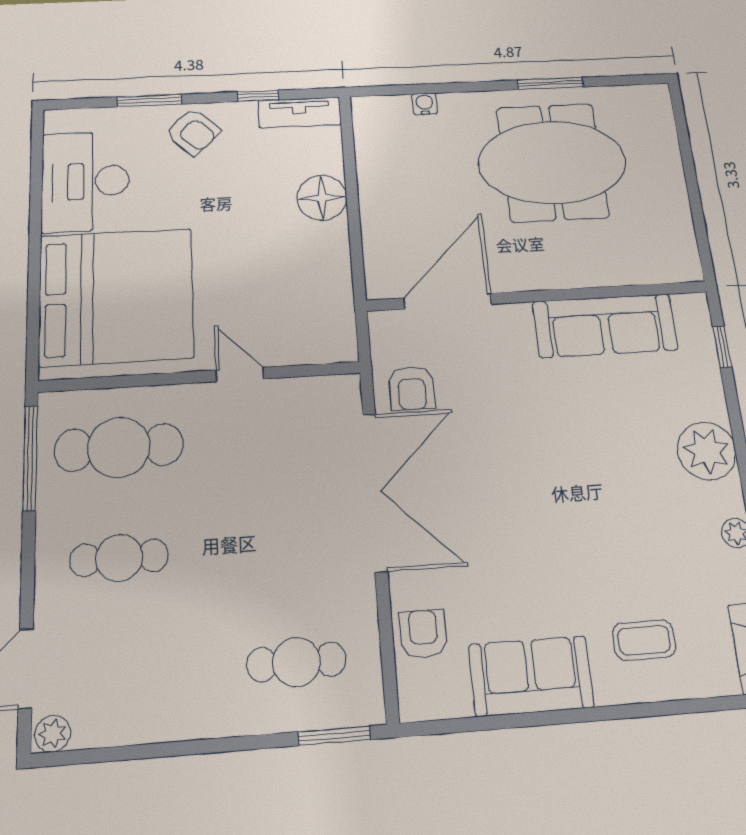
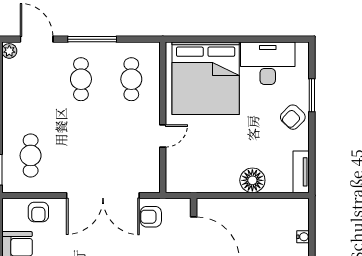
window: (258, 96) -> (312, 151), removed
cafe table: (119, 447) -> (131, 79), width x0.73, depth x0.74
window: (30, 458) -> (92, 39), moved
armchair: (423, 634) -> (38, 212), turned 90

